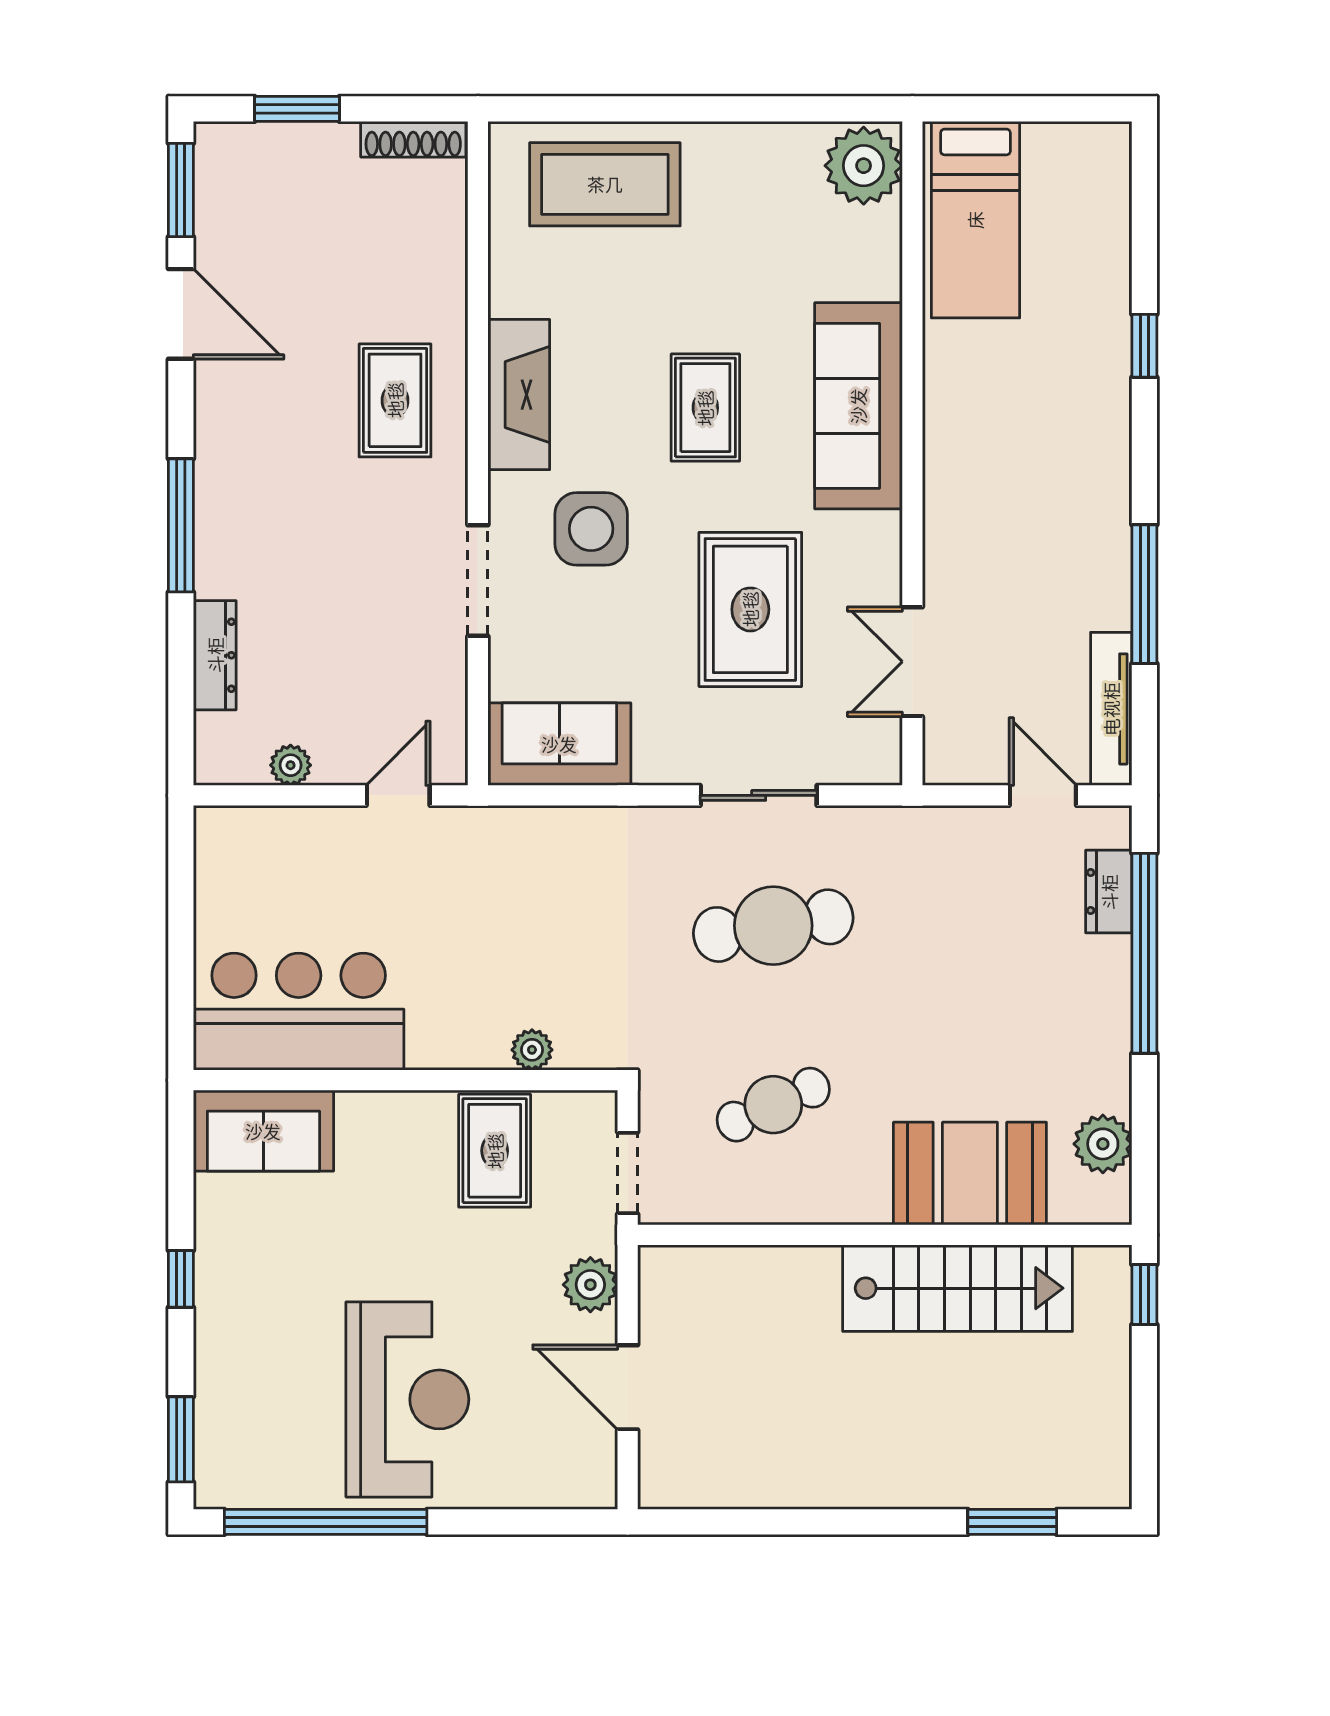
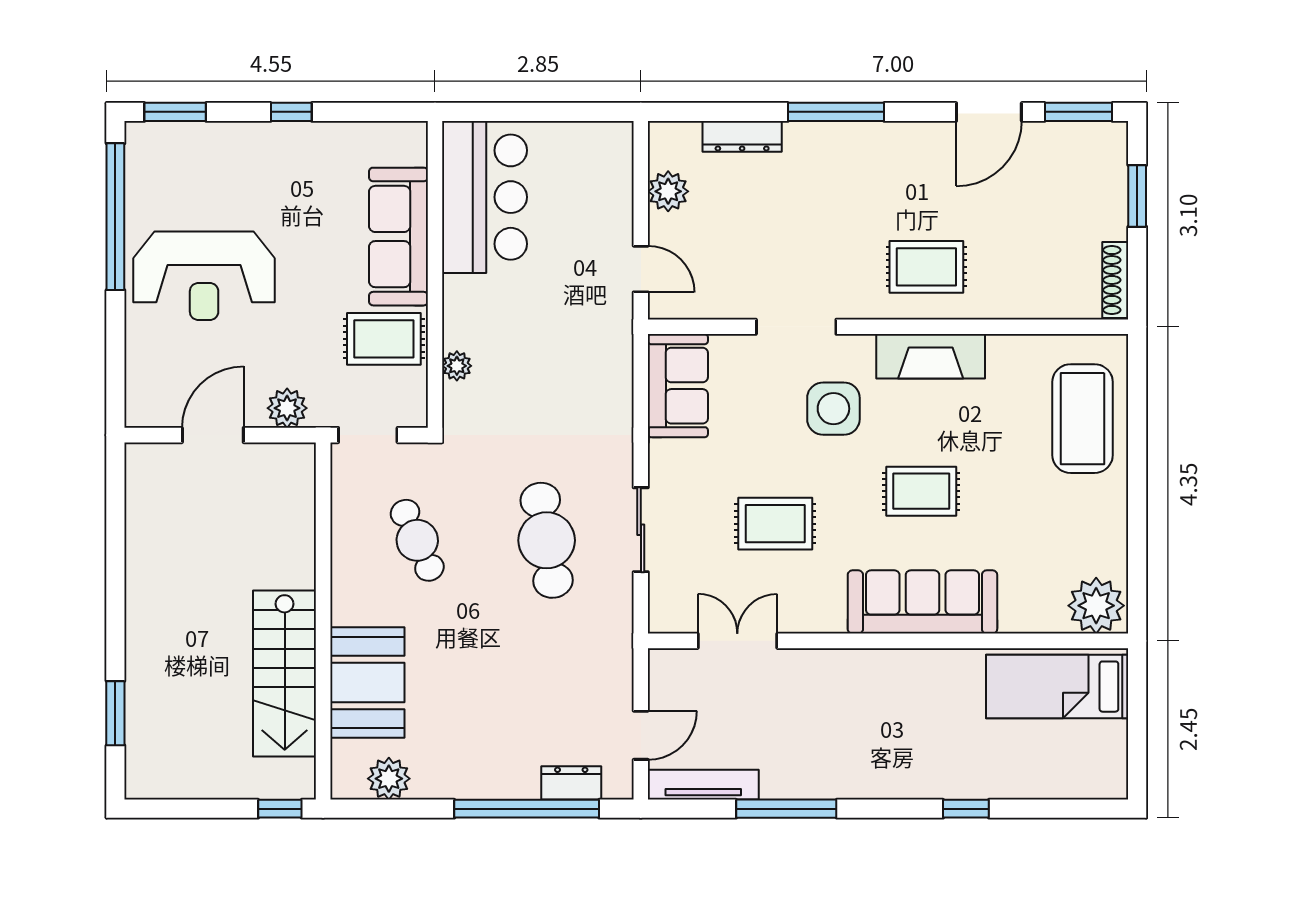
rug: (750, 609) -> (775, 524), width x0.73, depth x0.70
plant: (291, 765) -> (668, 191), width x1.38, depth x1.38
sofa: (263, 1131) -> (398, 237), moved, width x1.36

